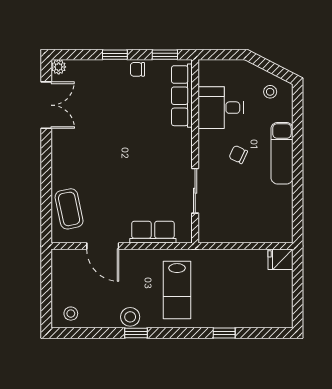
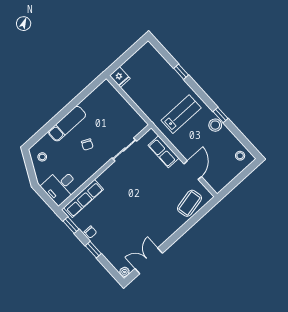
desk: (221, 108) -> (60, 186), moved, turned 90

